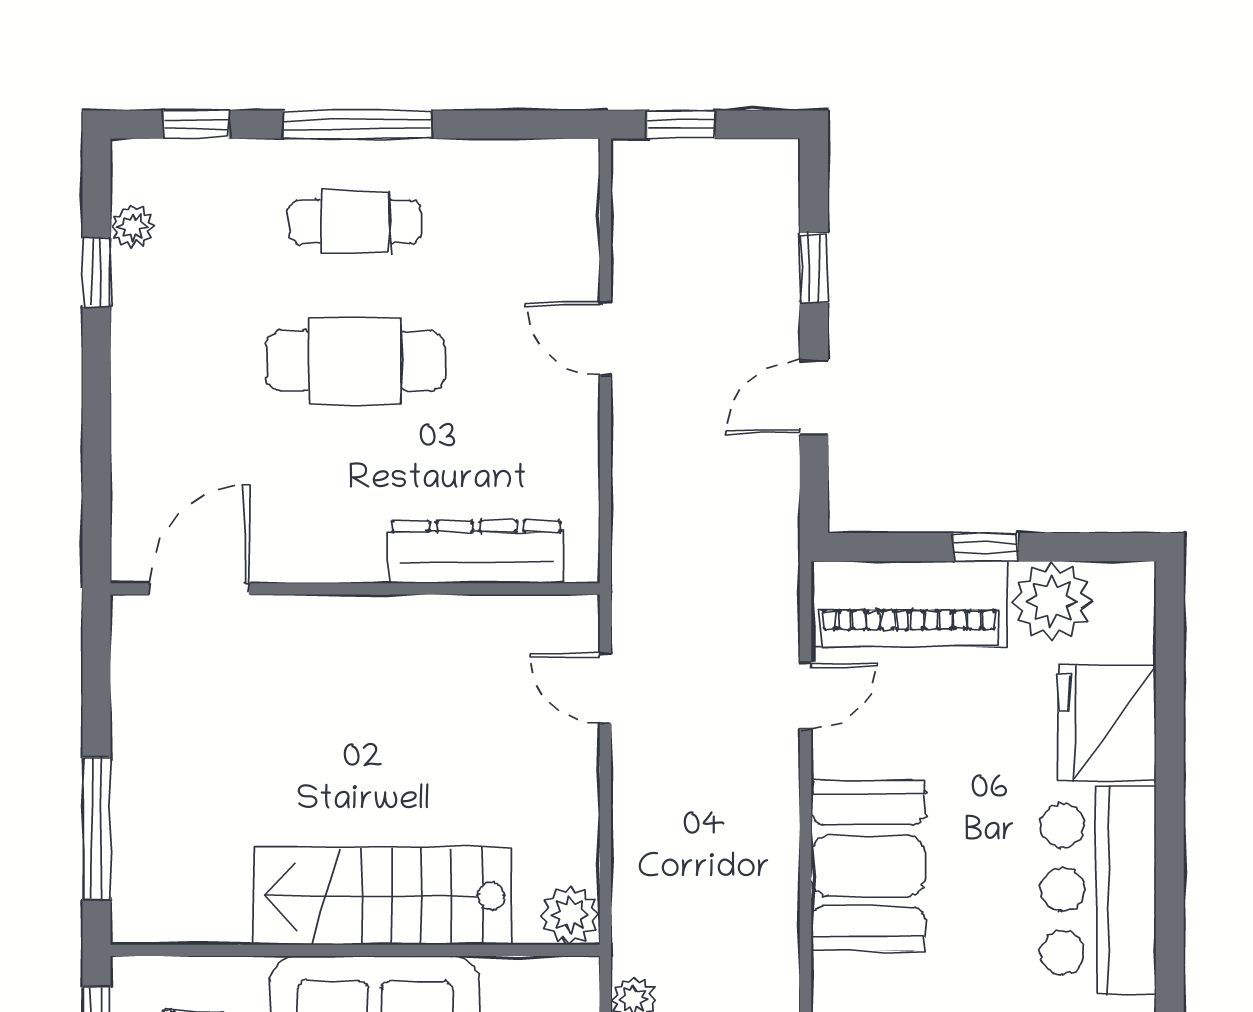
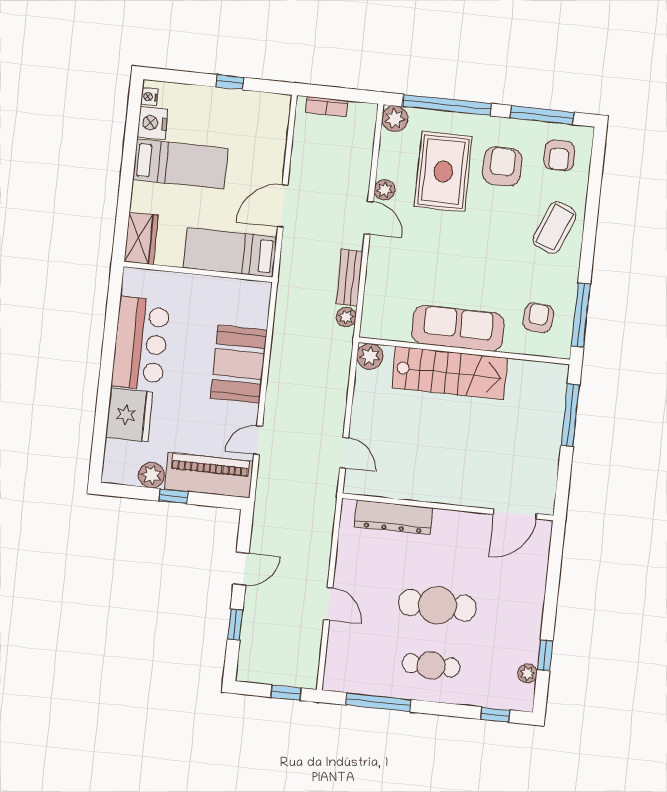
window: (357, 124) -> (379, 702), moved
plant: (1052, 601) -> (151, 475), width x0.73, depth x0.73

